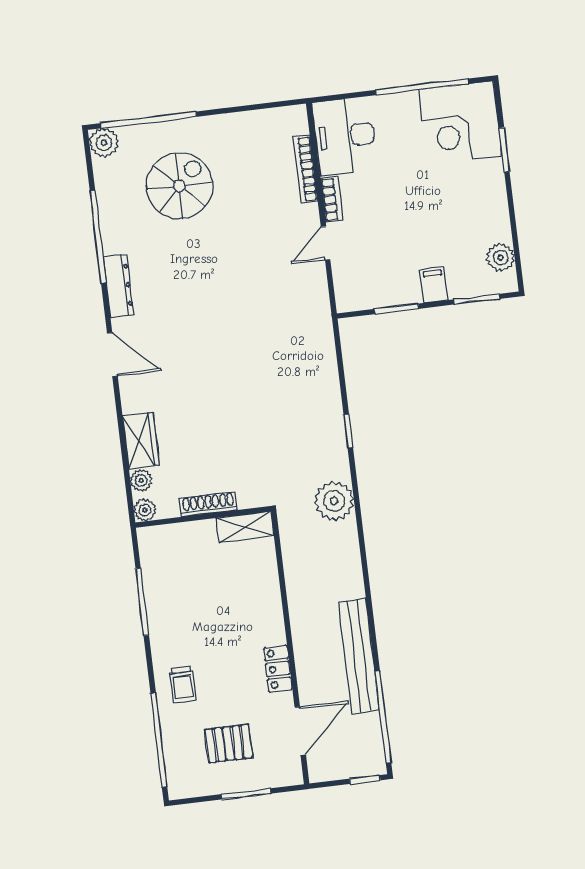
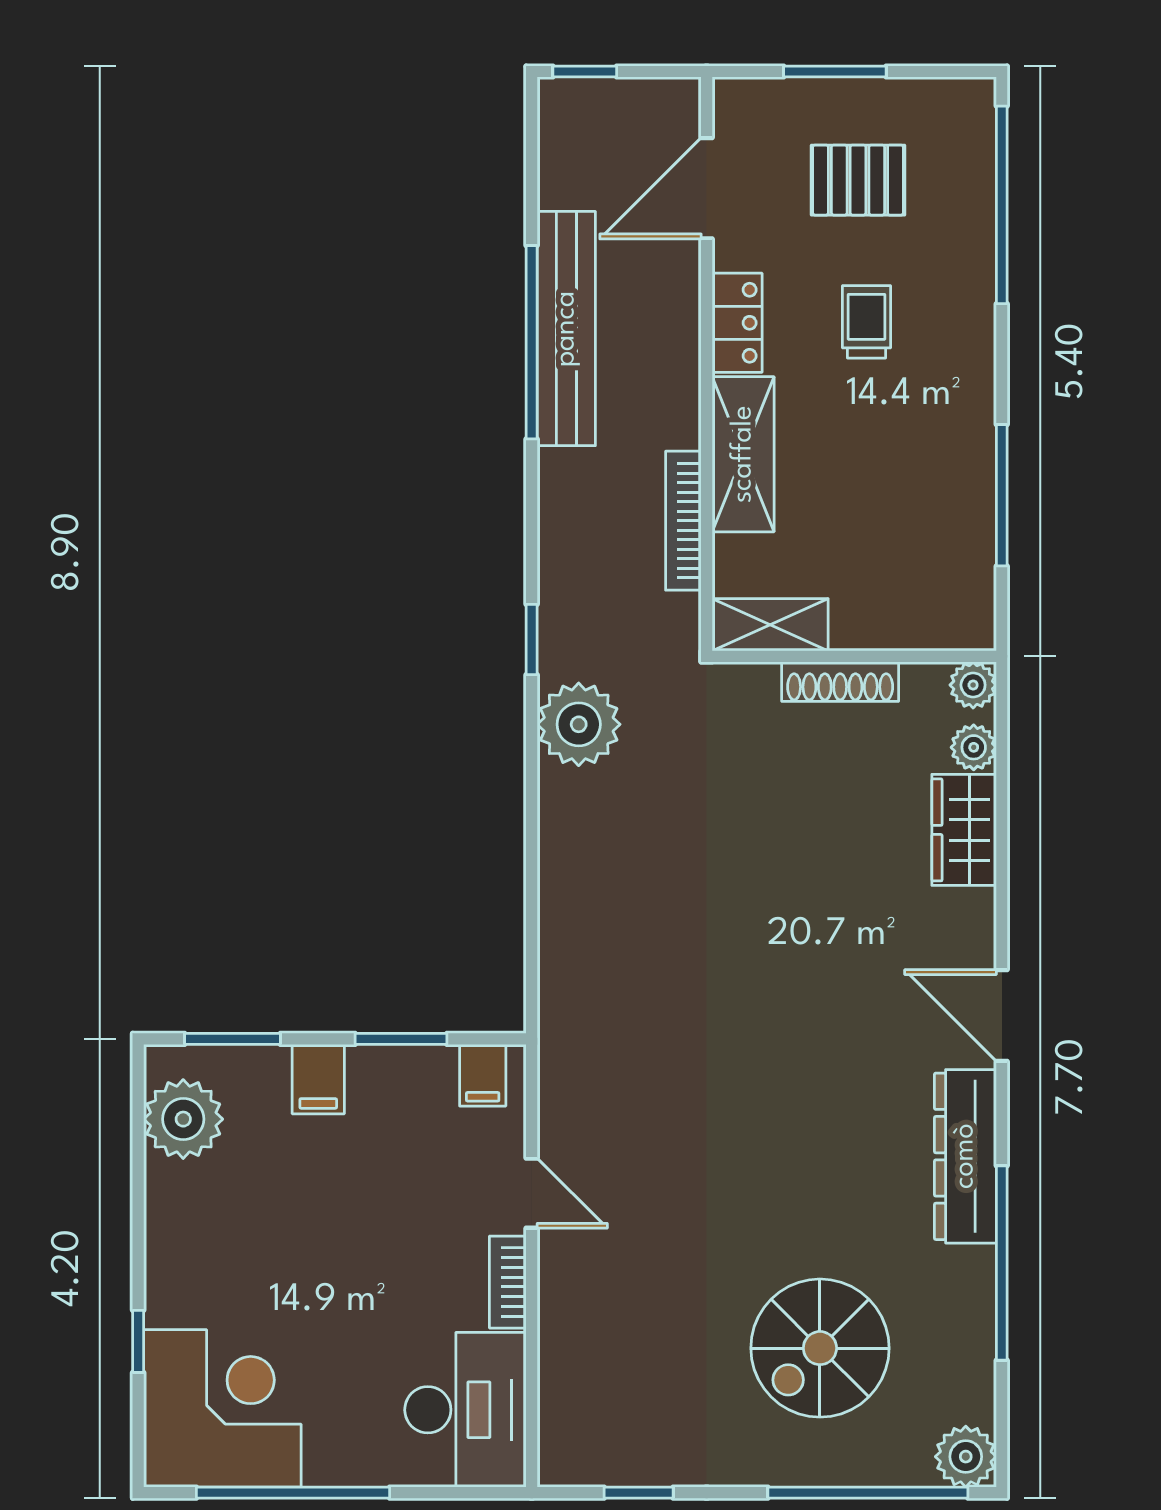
window: (258, 107) -> (639, 1493), added
window: (504, 150) -> (138, 1341), width x0.67
bookcase: (305, 169) -> (683, 521), moved, turned 180
door: (326, 243) -> (532, 1193), hinge flipped
plant: (501, 258) -> (183, 1119), width x1.36, depth x1.36
dresser: (119, 286) -> (965, 1156), width x1.37, depth x1.24
filing cabinet: (356, 296) -> (483, 1075), added
window: (348, 431) -> (532, 639), moved
plant: (334, 501) -> (579, 724), moved
shelving: (268, 607) -> (743, 454), added
trolley: (183, 685) -> (867, 322), moved
window: (383, 717) -> (532, 342), moved

